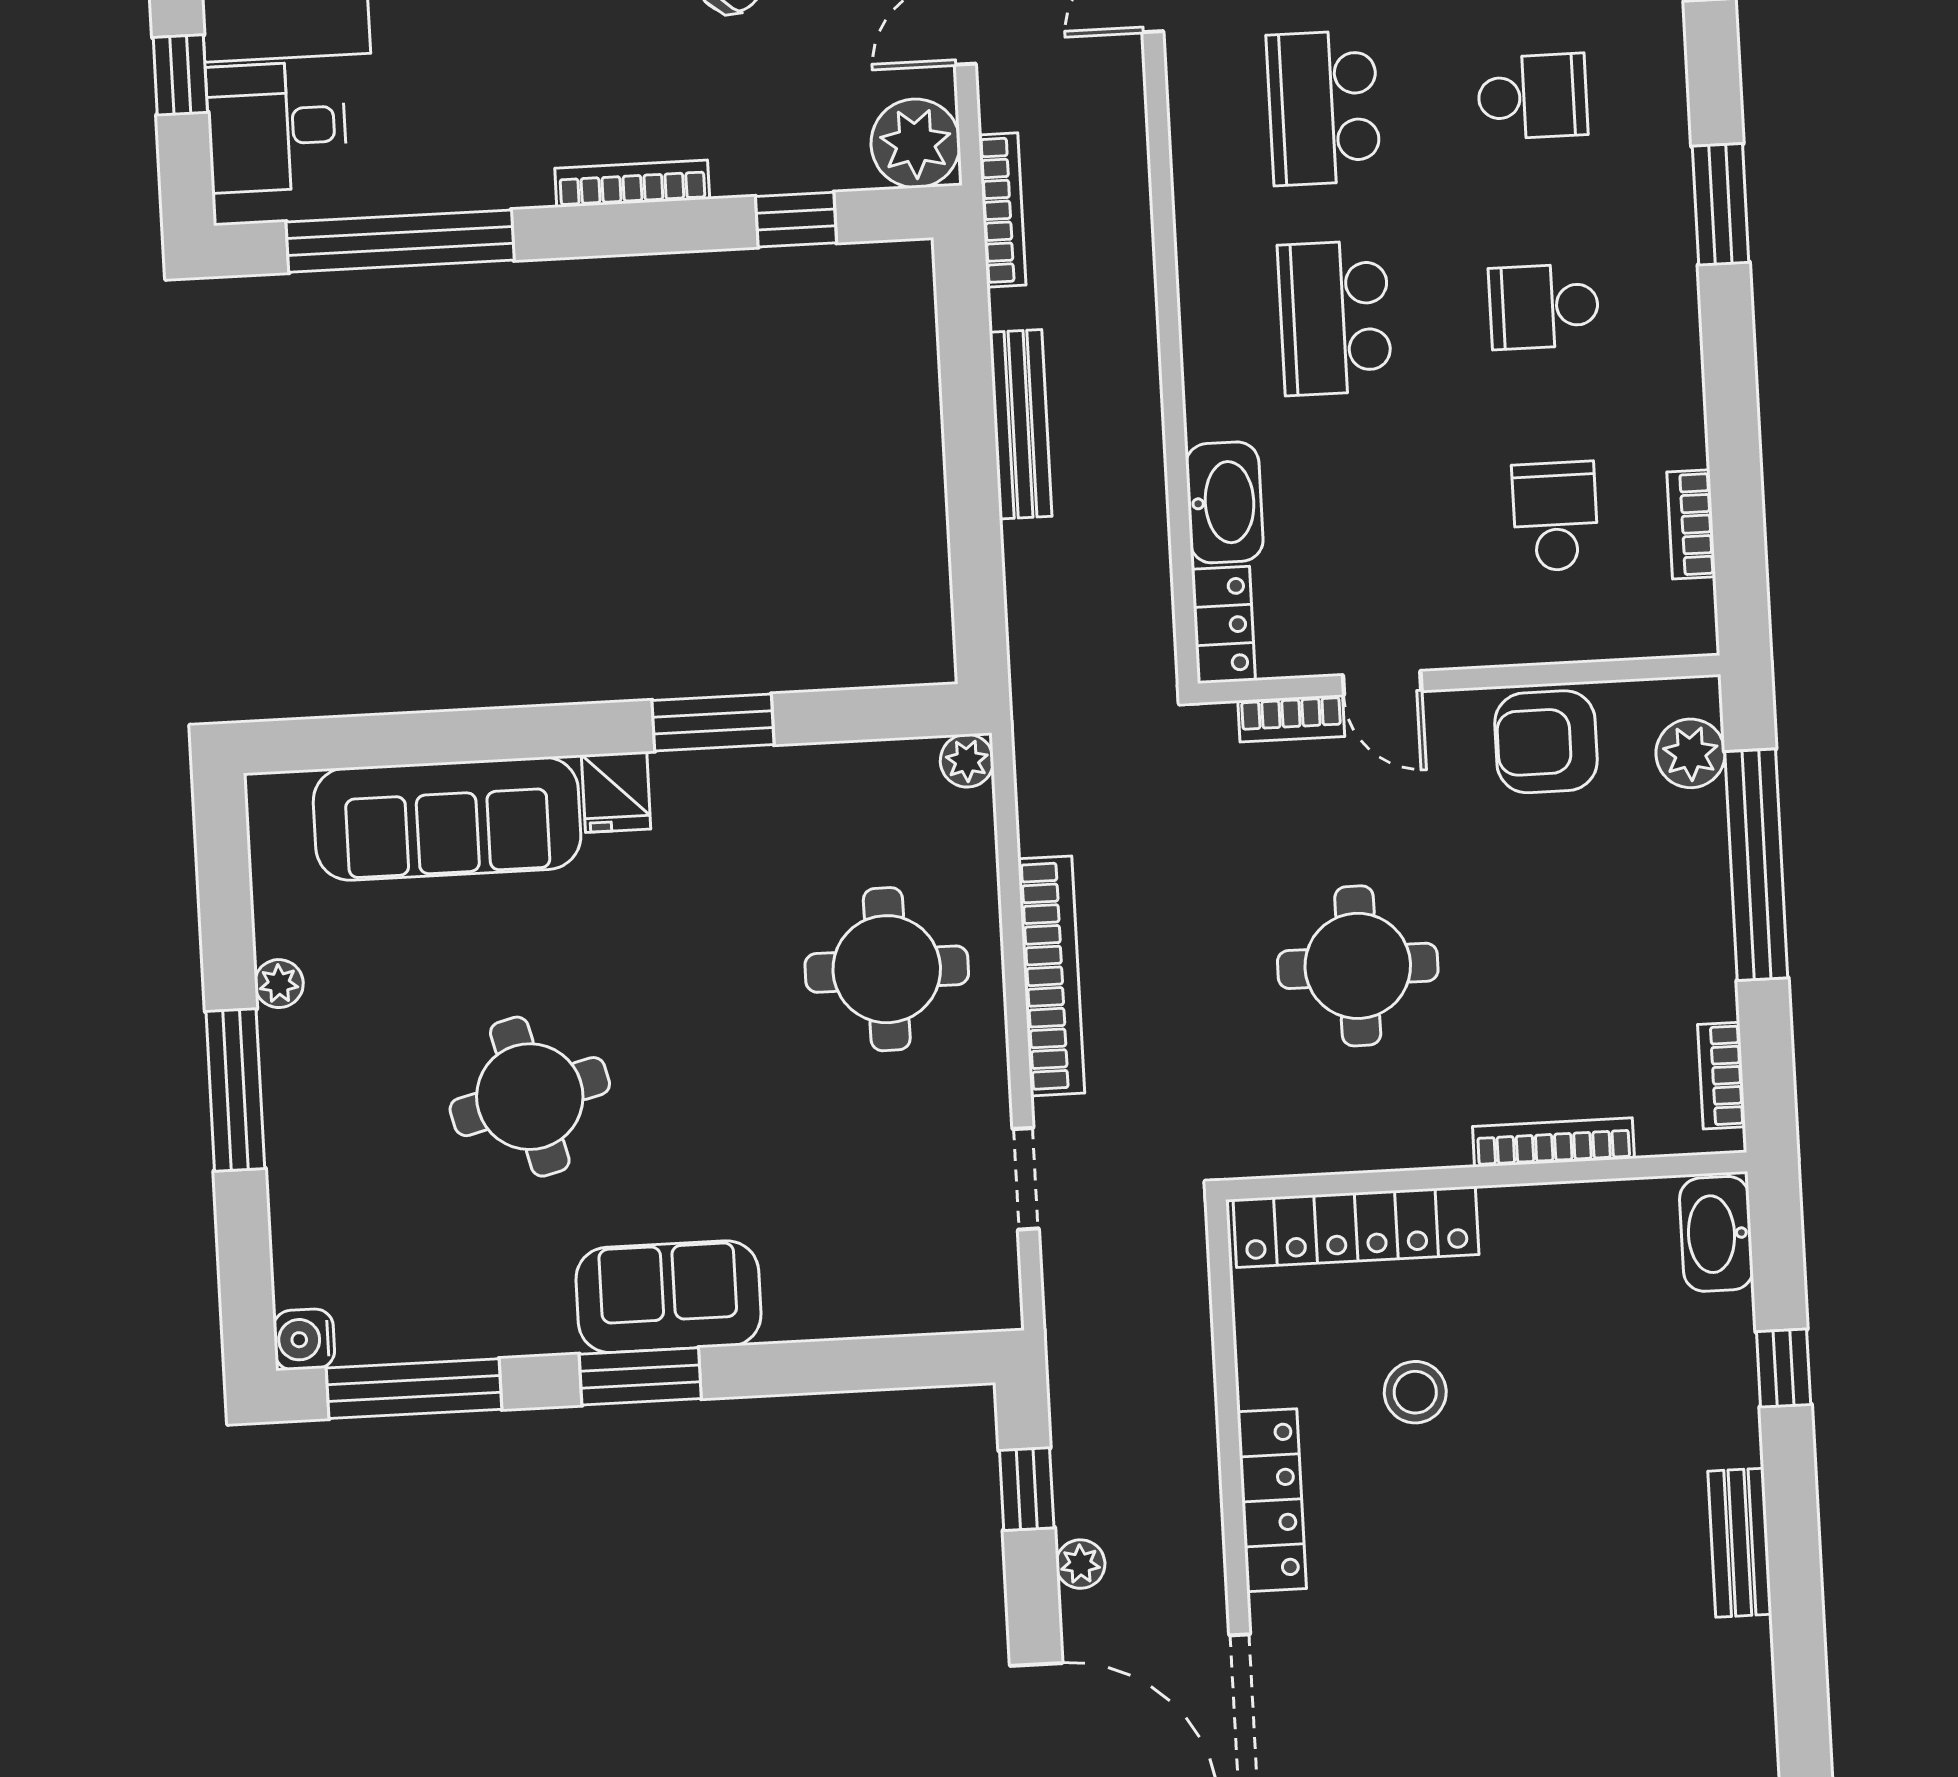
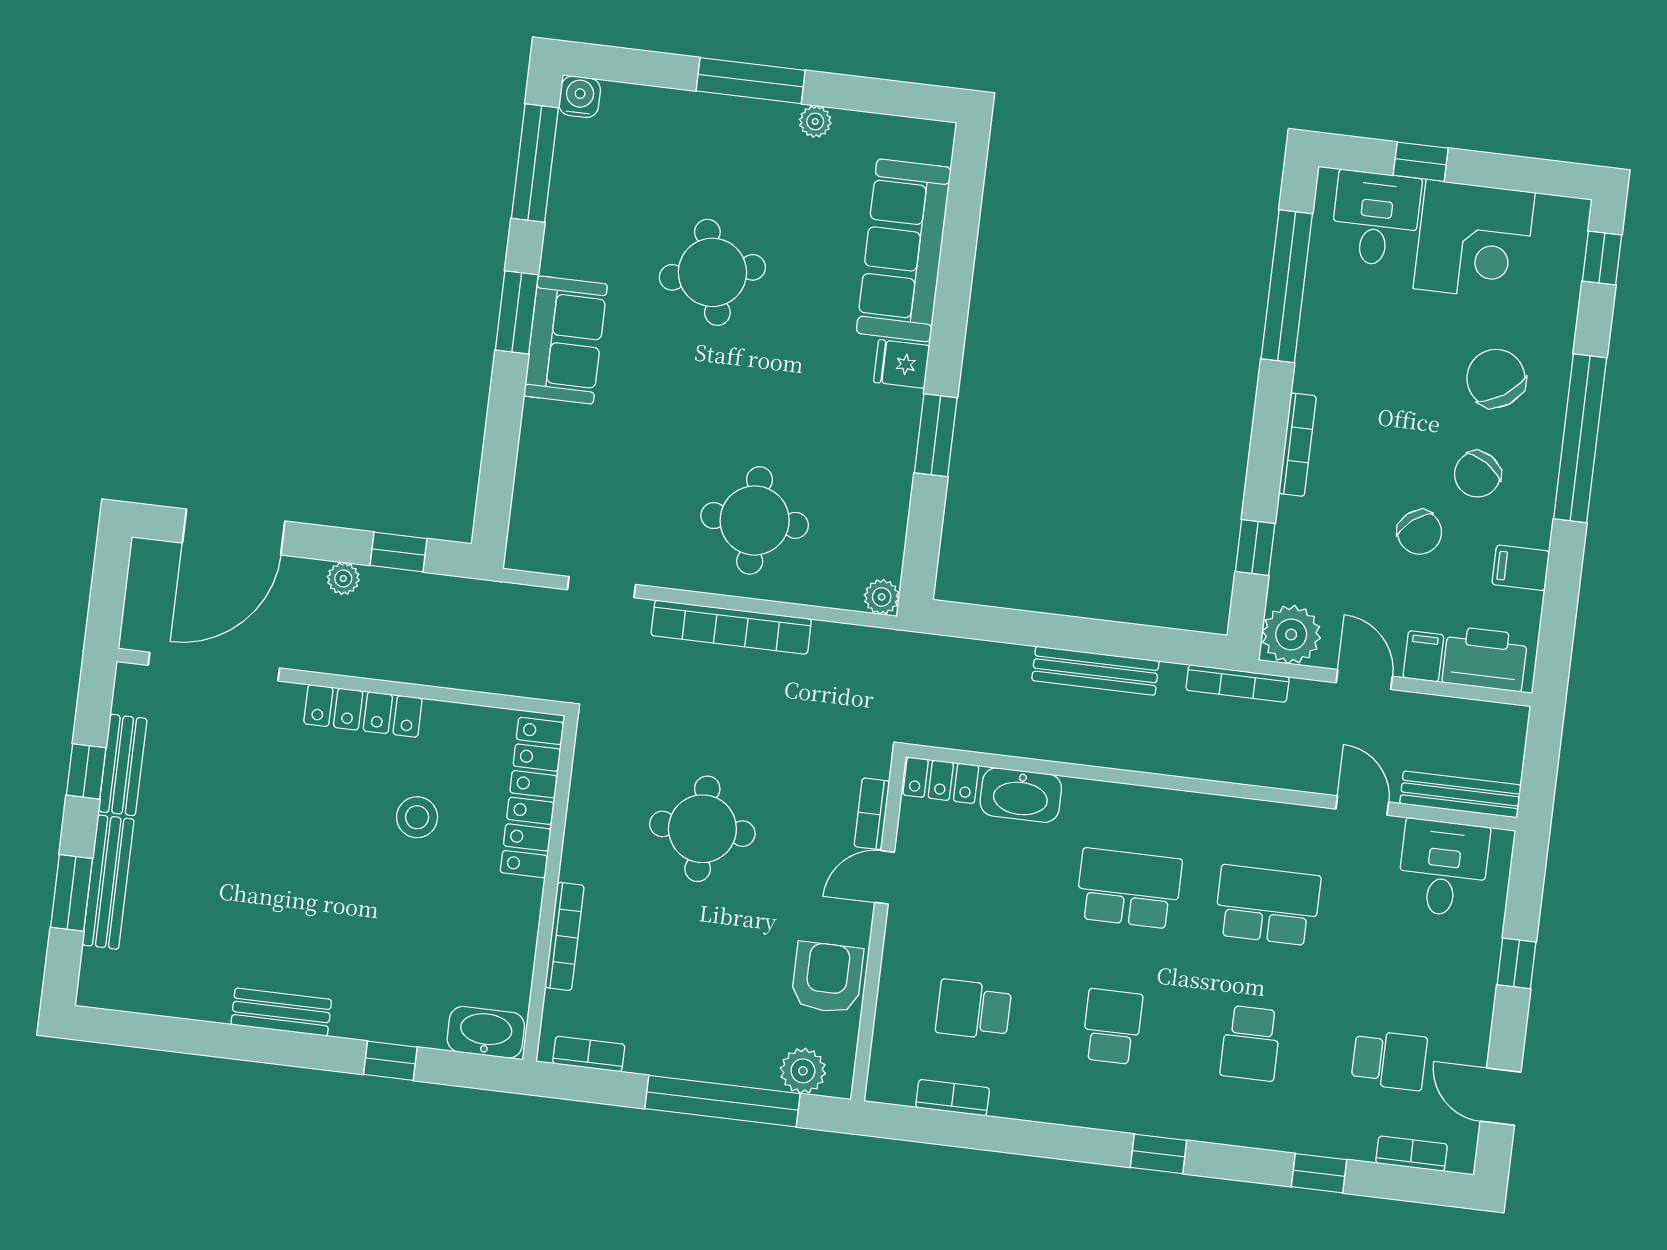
window: (1721, 204) -> (1159, 1154), width x0.67
school desk: (1555, 516) -> (974, 1010), turned 180

